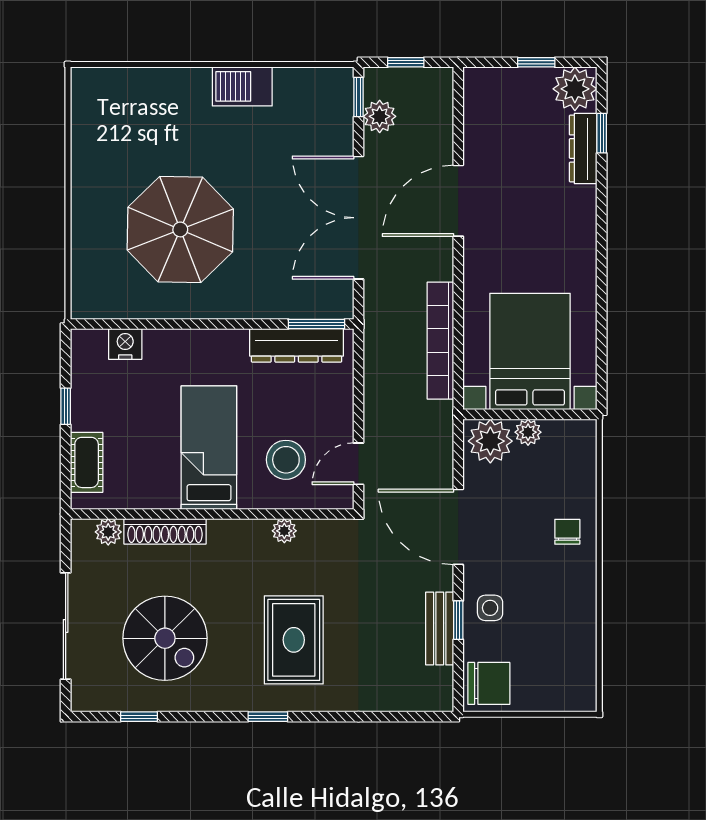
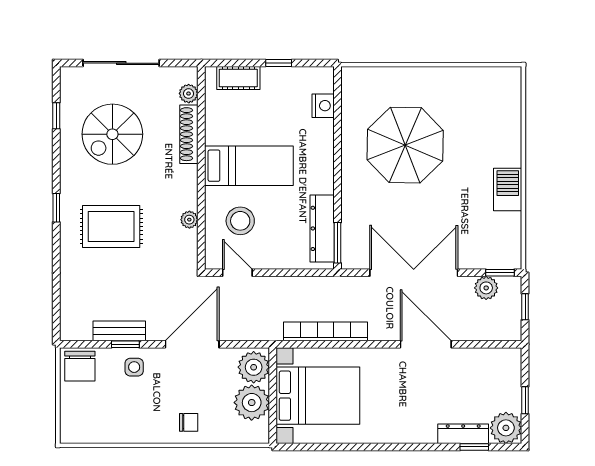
plant: (528, 432) -> (252, 403), width x1.88, depth x1.88

